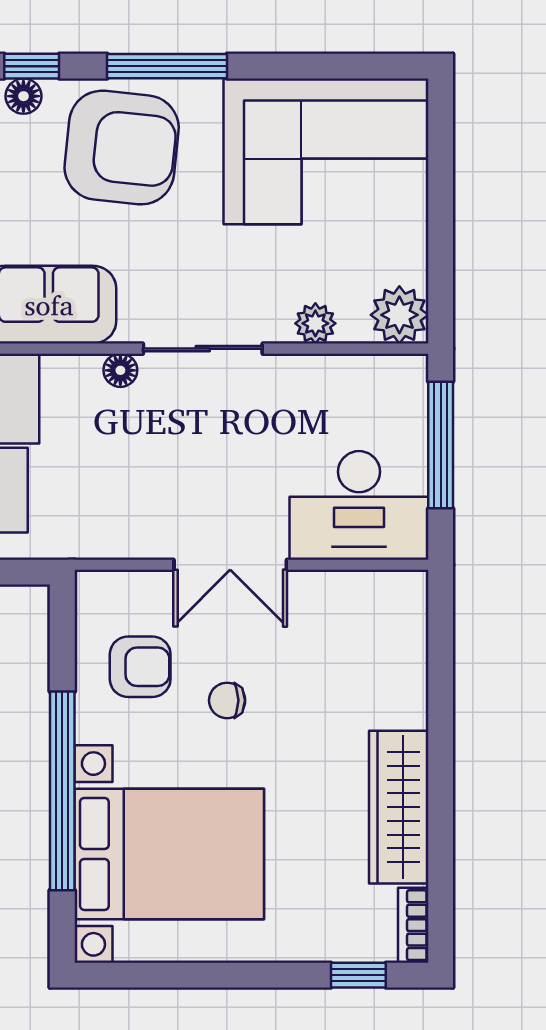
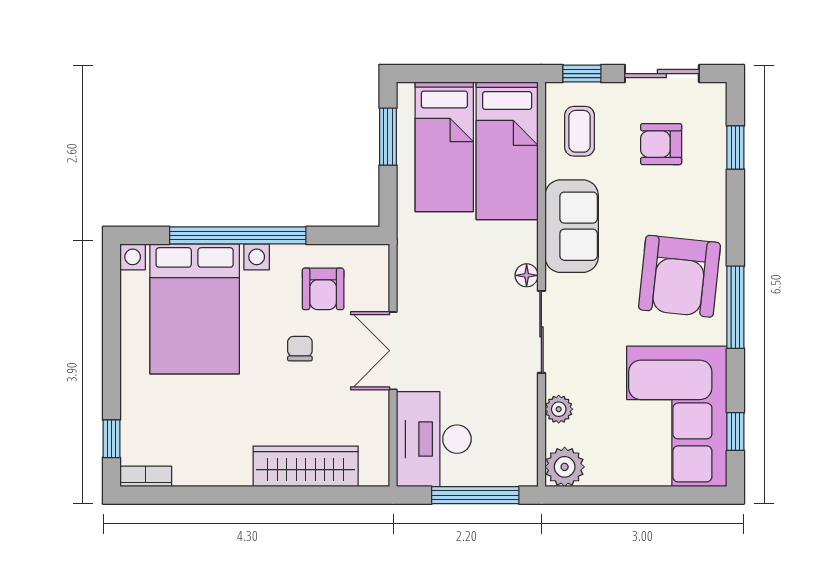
window: (32, 66) -> (735, 432), moved
floor lamp: (23, 96) -> (715, 209), removed
wardrobe: (399, 807) -> (306, 466), moved

